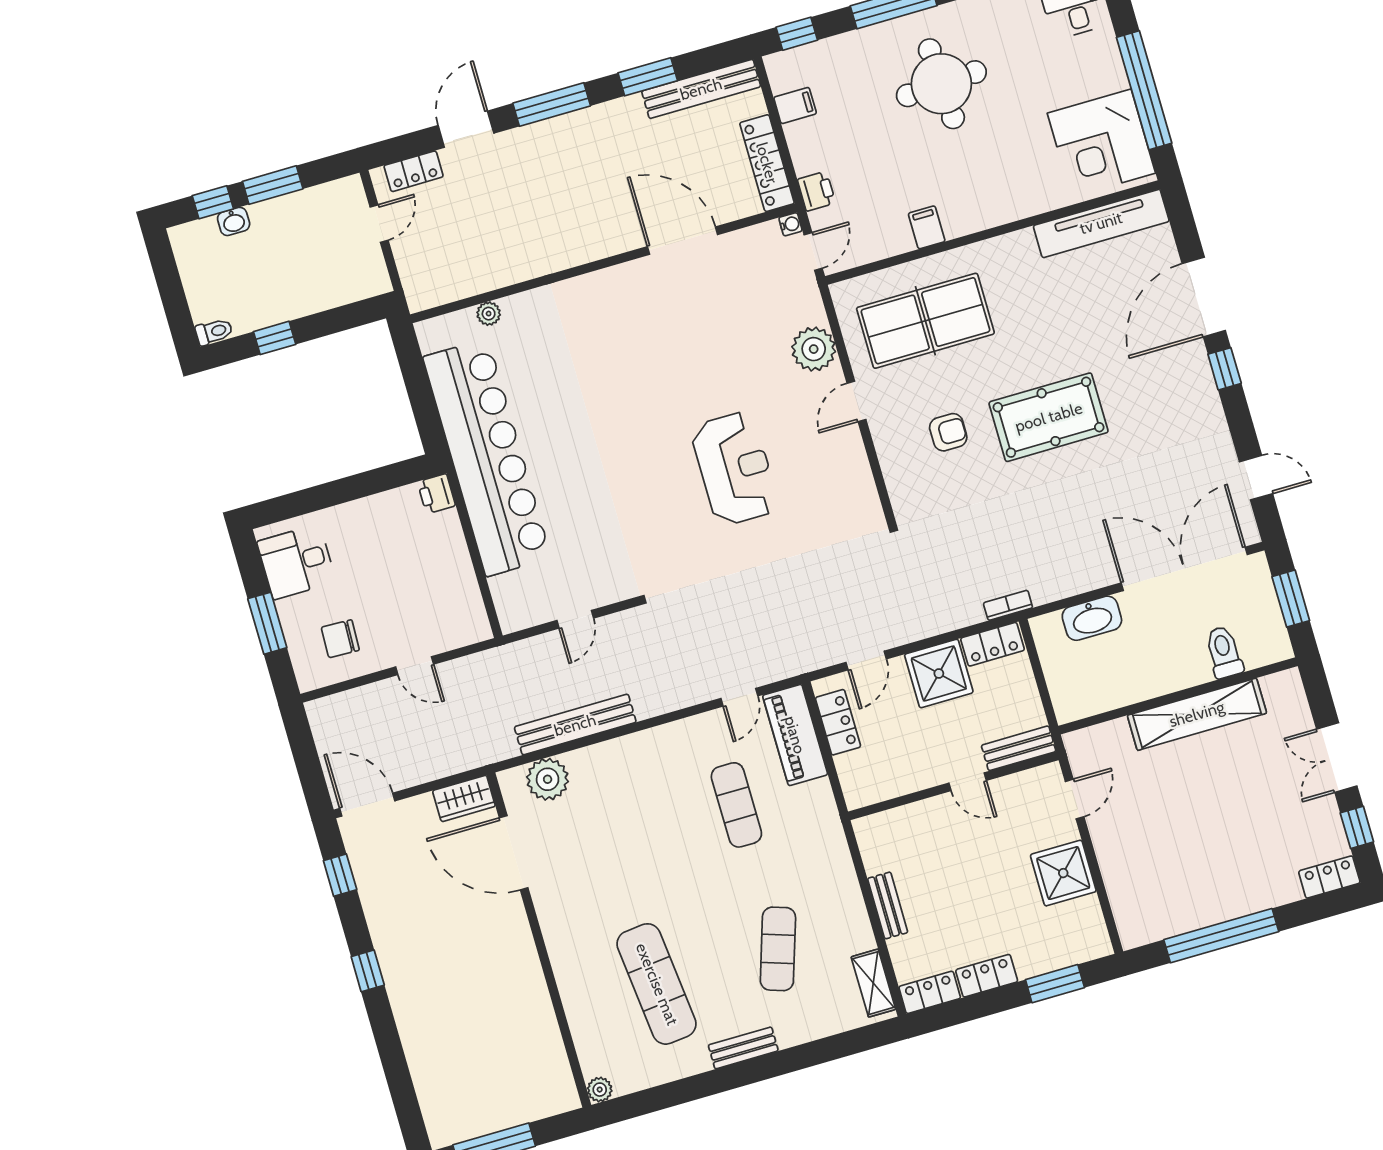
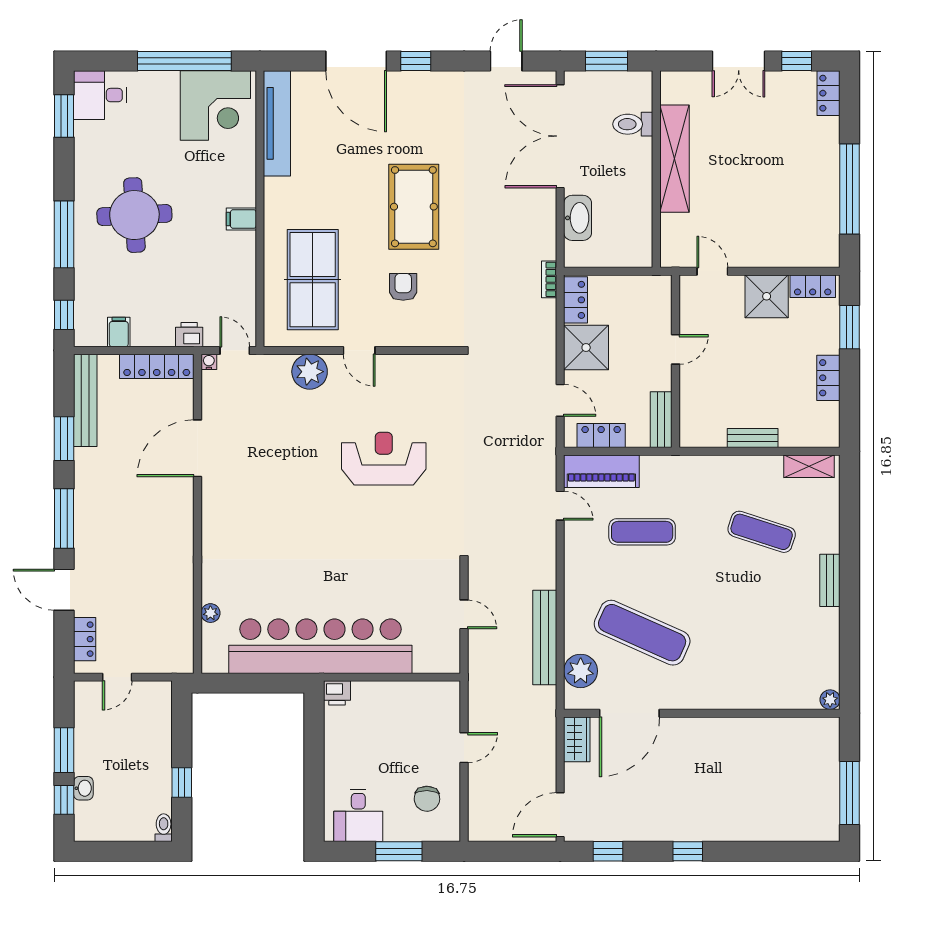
door: (379, 224) -> (117, 677), swing flipped
filing cabinet: (927, 227) -> (241, 219), moved
bench: (1019, 748) -> (661, 420), moved
exercise mat: (657, 984) -> (642, 633), moved, turned 30
locker: (930, 992) -> (813, 286), moved, turned -90

